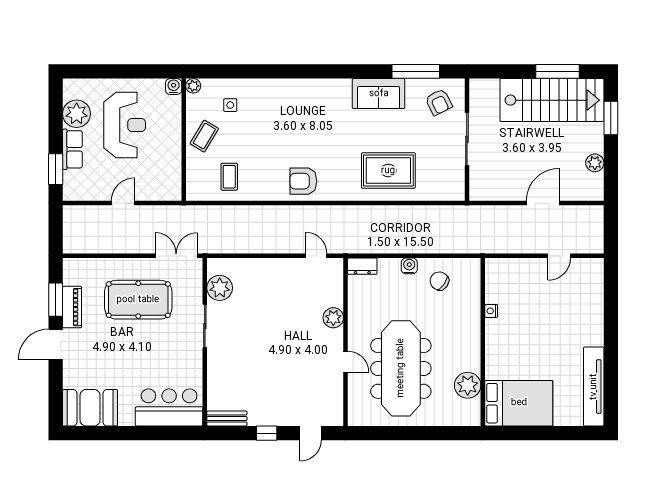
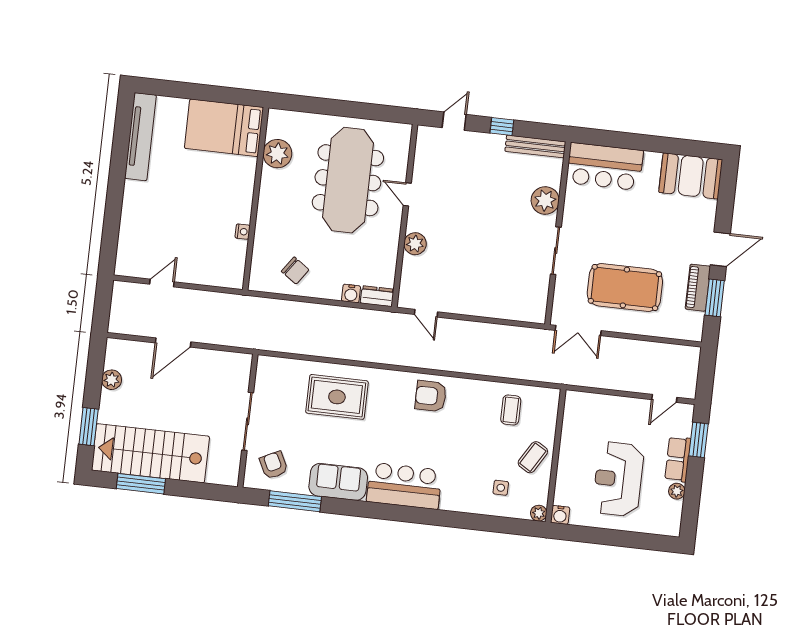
bar counter: (318, 97) -> (404, 486), added
plant: (77, 114) -> (677, 491), width x0.53, depth x0.53
armchair: (303, 181) -> (431, 396), turned 180
door: (123, 203) -> (664, 398), moved
water cooler: (409, 266) -> (351, 294), moved
plant: (220, 288) -> (545, 200), moved
bench: (227, 418) -> (535, 146), width x1.36

